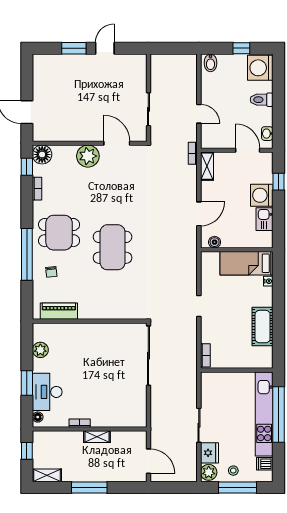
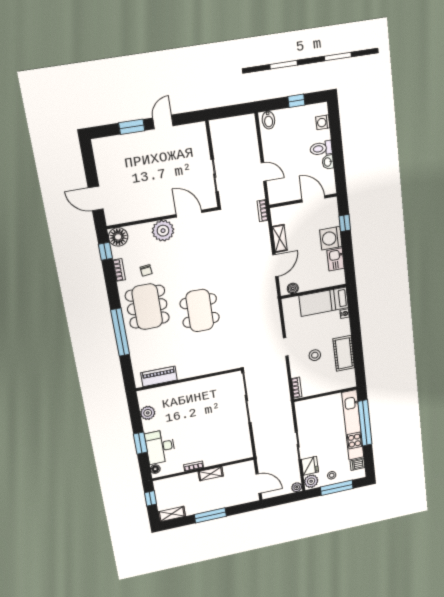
washing machine: (260, 68) -> (323, 122), width x0.53, depth x0.53
washbasin: (267, 134) -> (328, 162), moved
shelving: (207, 166) -> (280, 238), moved
dining table: (59, 233) -> (147, 307), width x1.38
chair: (51, 272) -> (146, 270), moved
stool: (230, 322) -> (315, 355), added
plant: (191, 476) -> (297, 487), added

